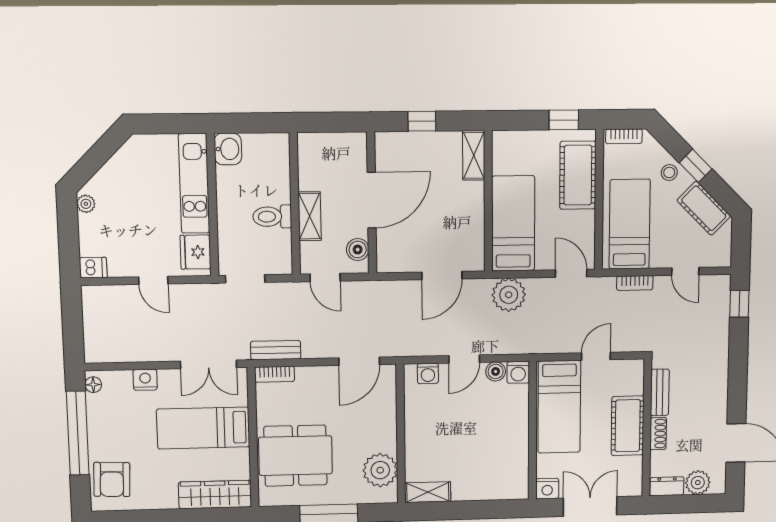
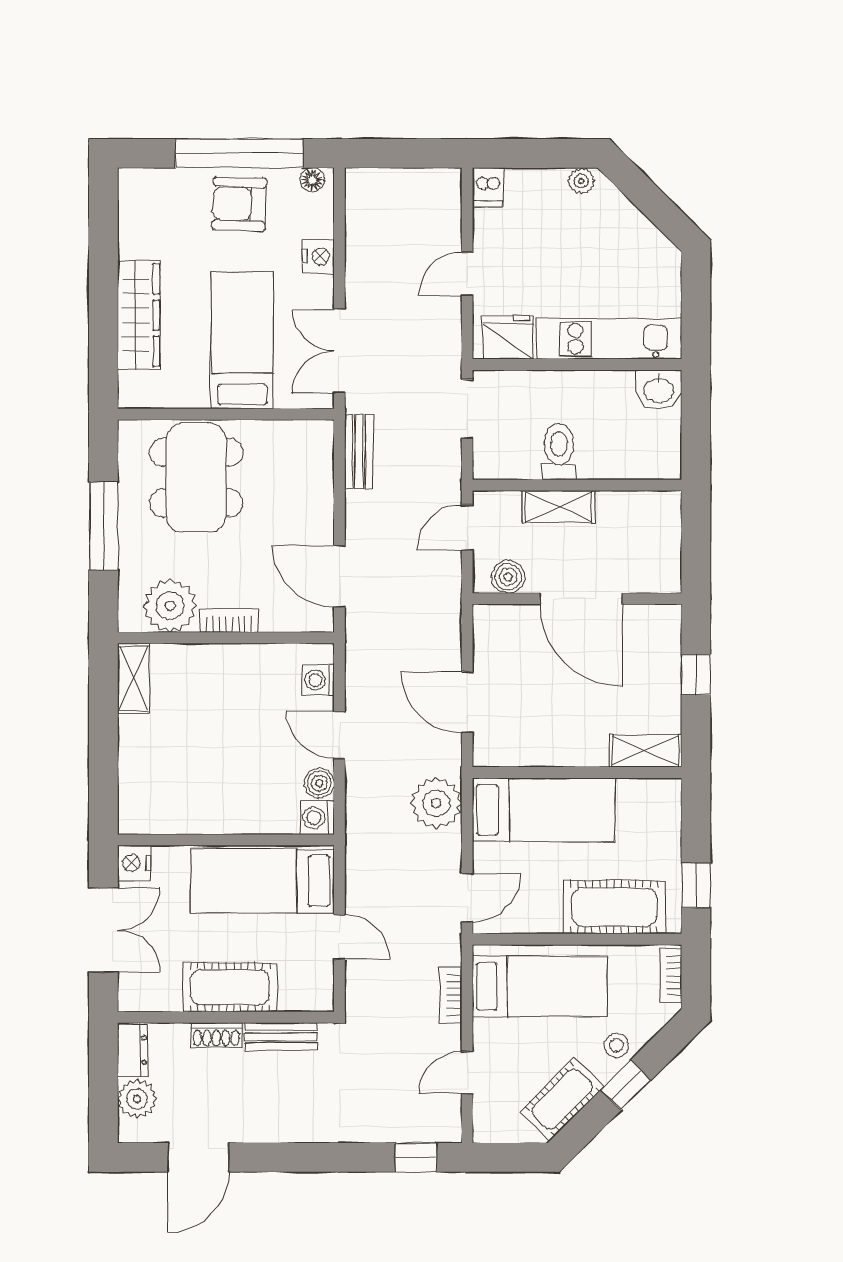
bookcase: (275, 374) -> (229, 621), moved, turned 90
armchair: (112, 479) -> (239, 204), moved
wardrobe: (215, 495) -> (139, 315), moved

